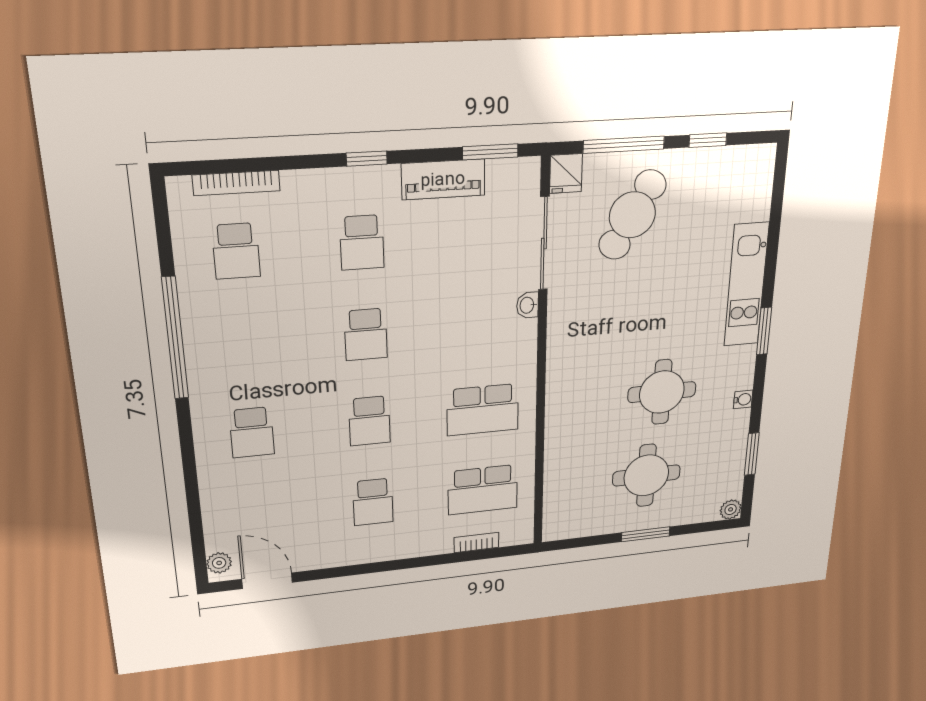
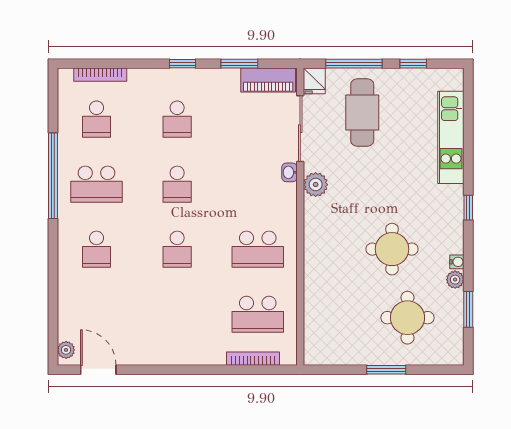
window: (490, 152) -> (239, 64), moved
piano: (443, 179) -> (268, 80), moved
cafe table: (632, 215) -> (362, 112), turned -30
kitchen unit: (746, 285) -> (451, 137), moved
plant: (564, 318) -> (316, 185), added
window: (764, 331) -> (468, 208), width x0.67
round table: (646, 475) -> (407, 318), moved
school desk: (373, 502) -> (97, 184), moved, width x1.85
plant: (731, 509) -> (455, 280), moved
bookcase: (476, 542) -> (253, 359), width x1.56

